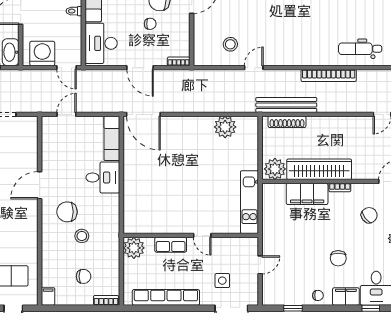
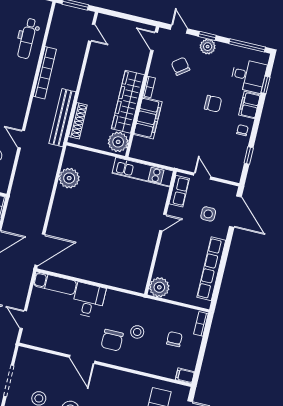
row of seats: (171, 245) -> (179, 191), moved

